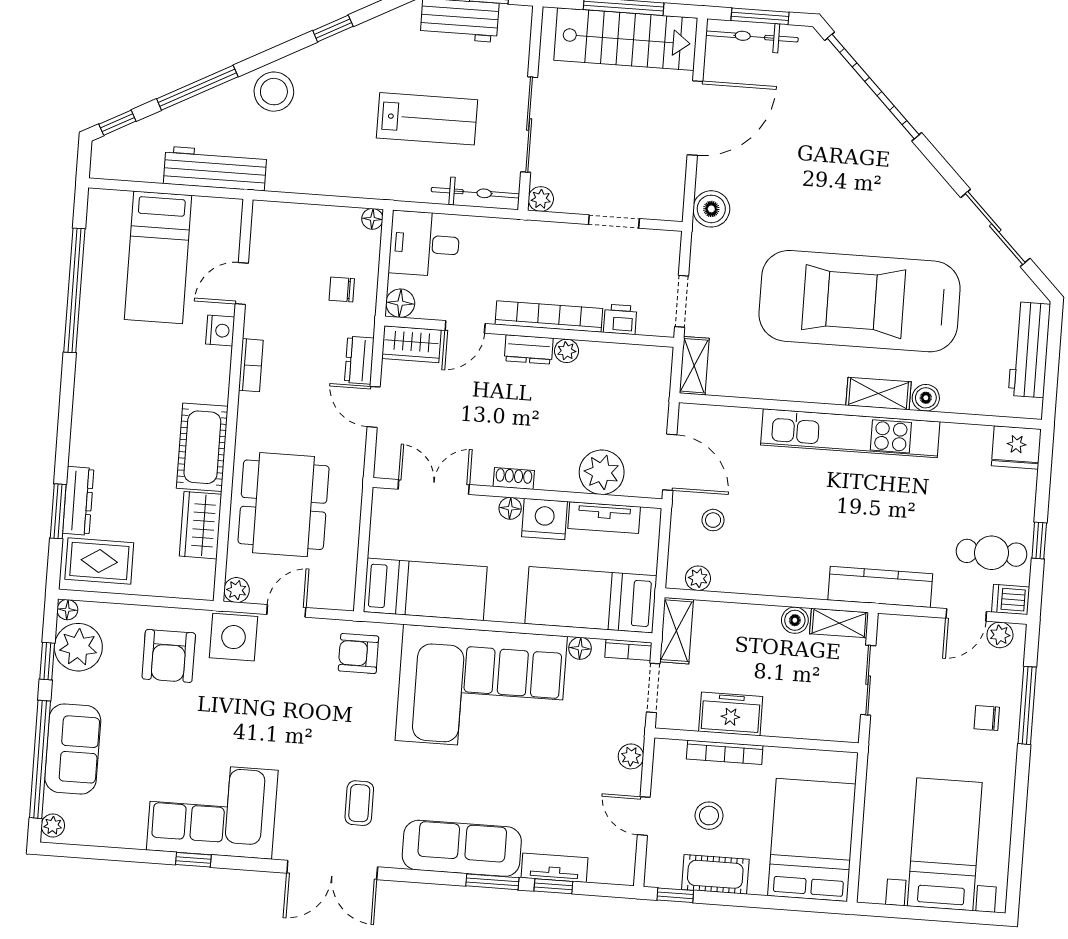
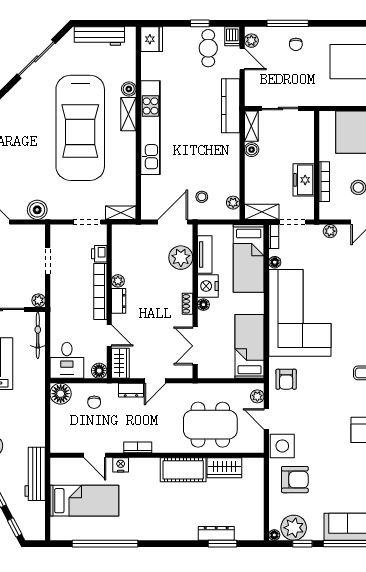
floor lamp: (372, 219) -> (61, 394), width x1.89, depth x1.89
rug: (99, 561) -> (247, 520), removed
plant: (237, 590) -> (257, 396), moved

